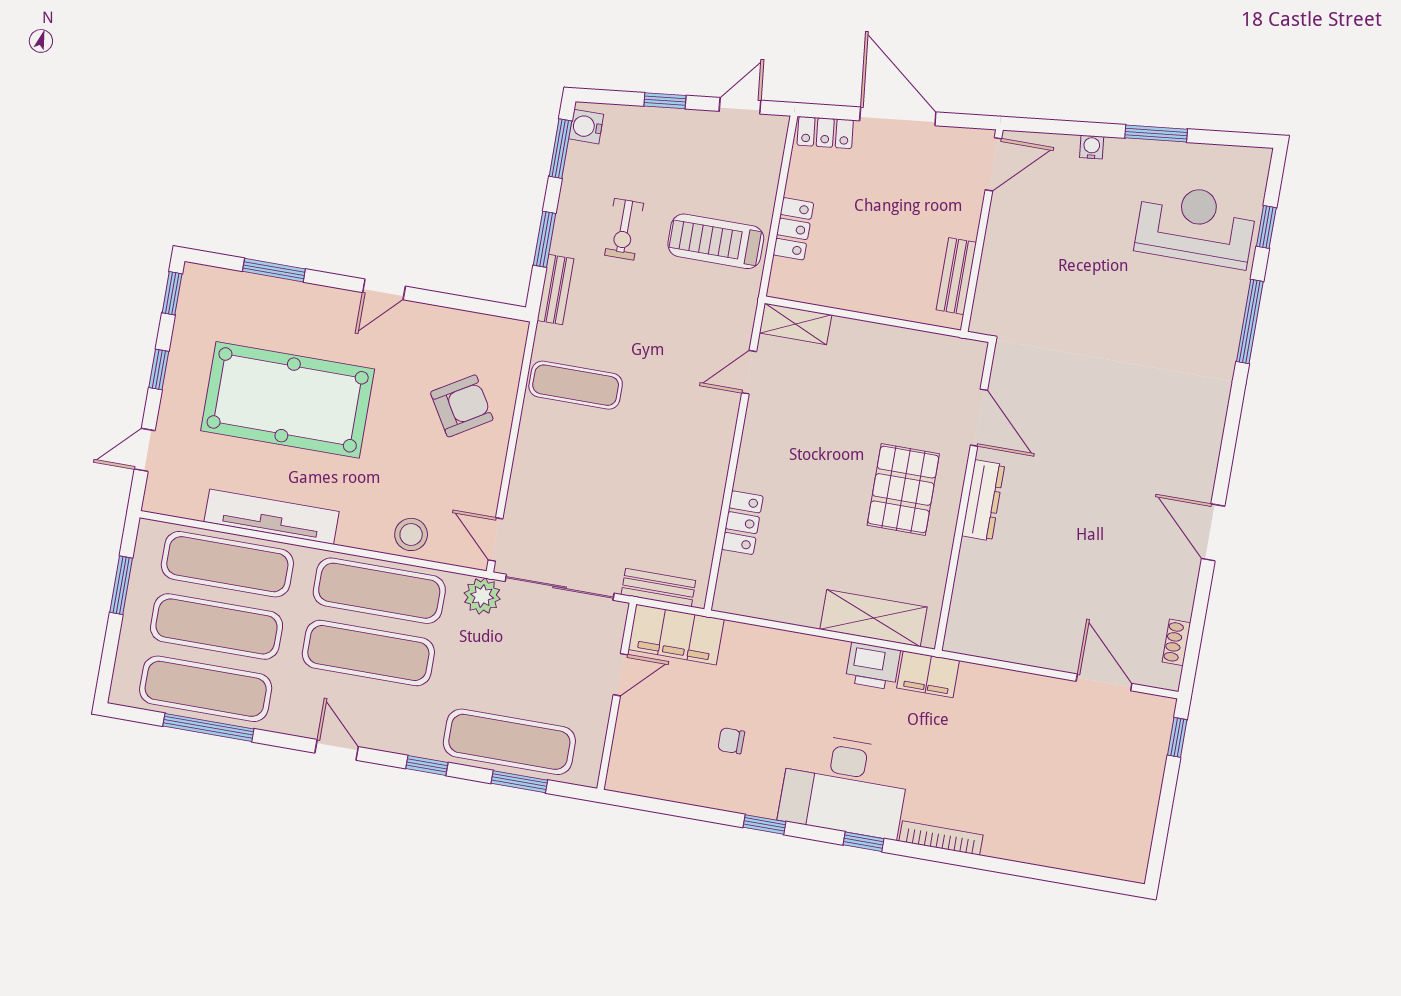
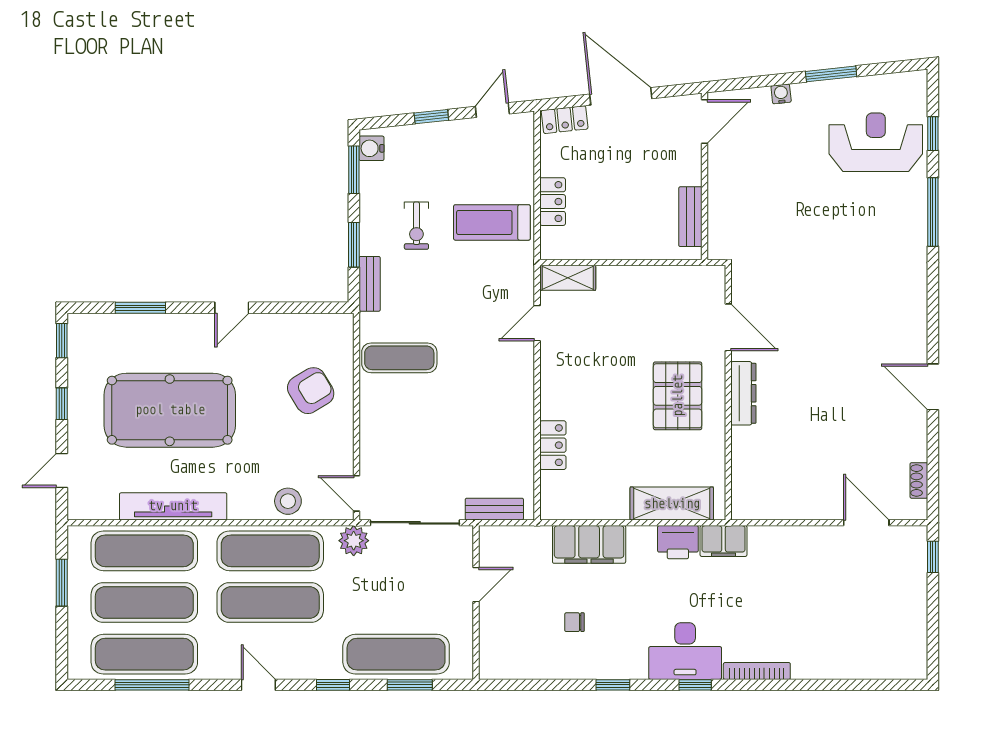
filing cabinet: (676, 635) -> (589, 544), moved
desk: (844, 786) -> (685, 651), width x0.73, depth x0.77

